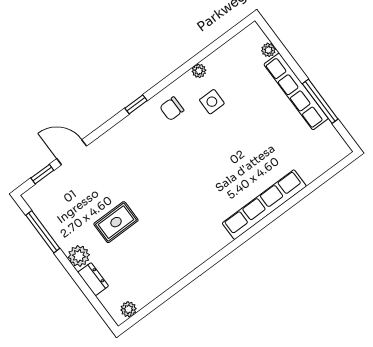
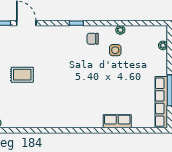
row of seats: (296, 91) -> (161, 102), moved
row of seats: (264, 205) -> (117, 121), width x0.50

